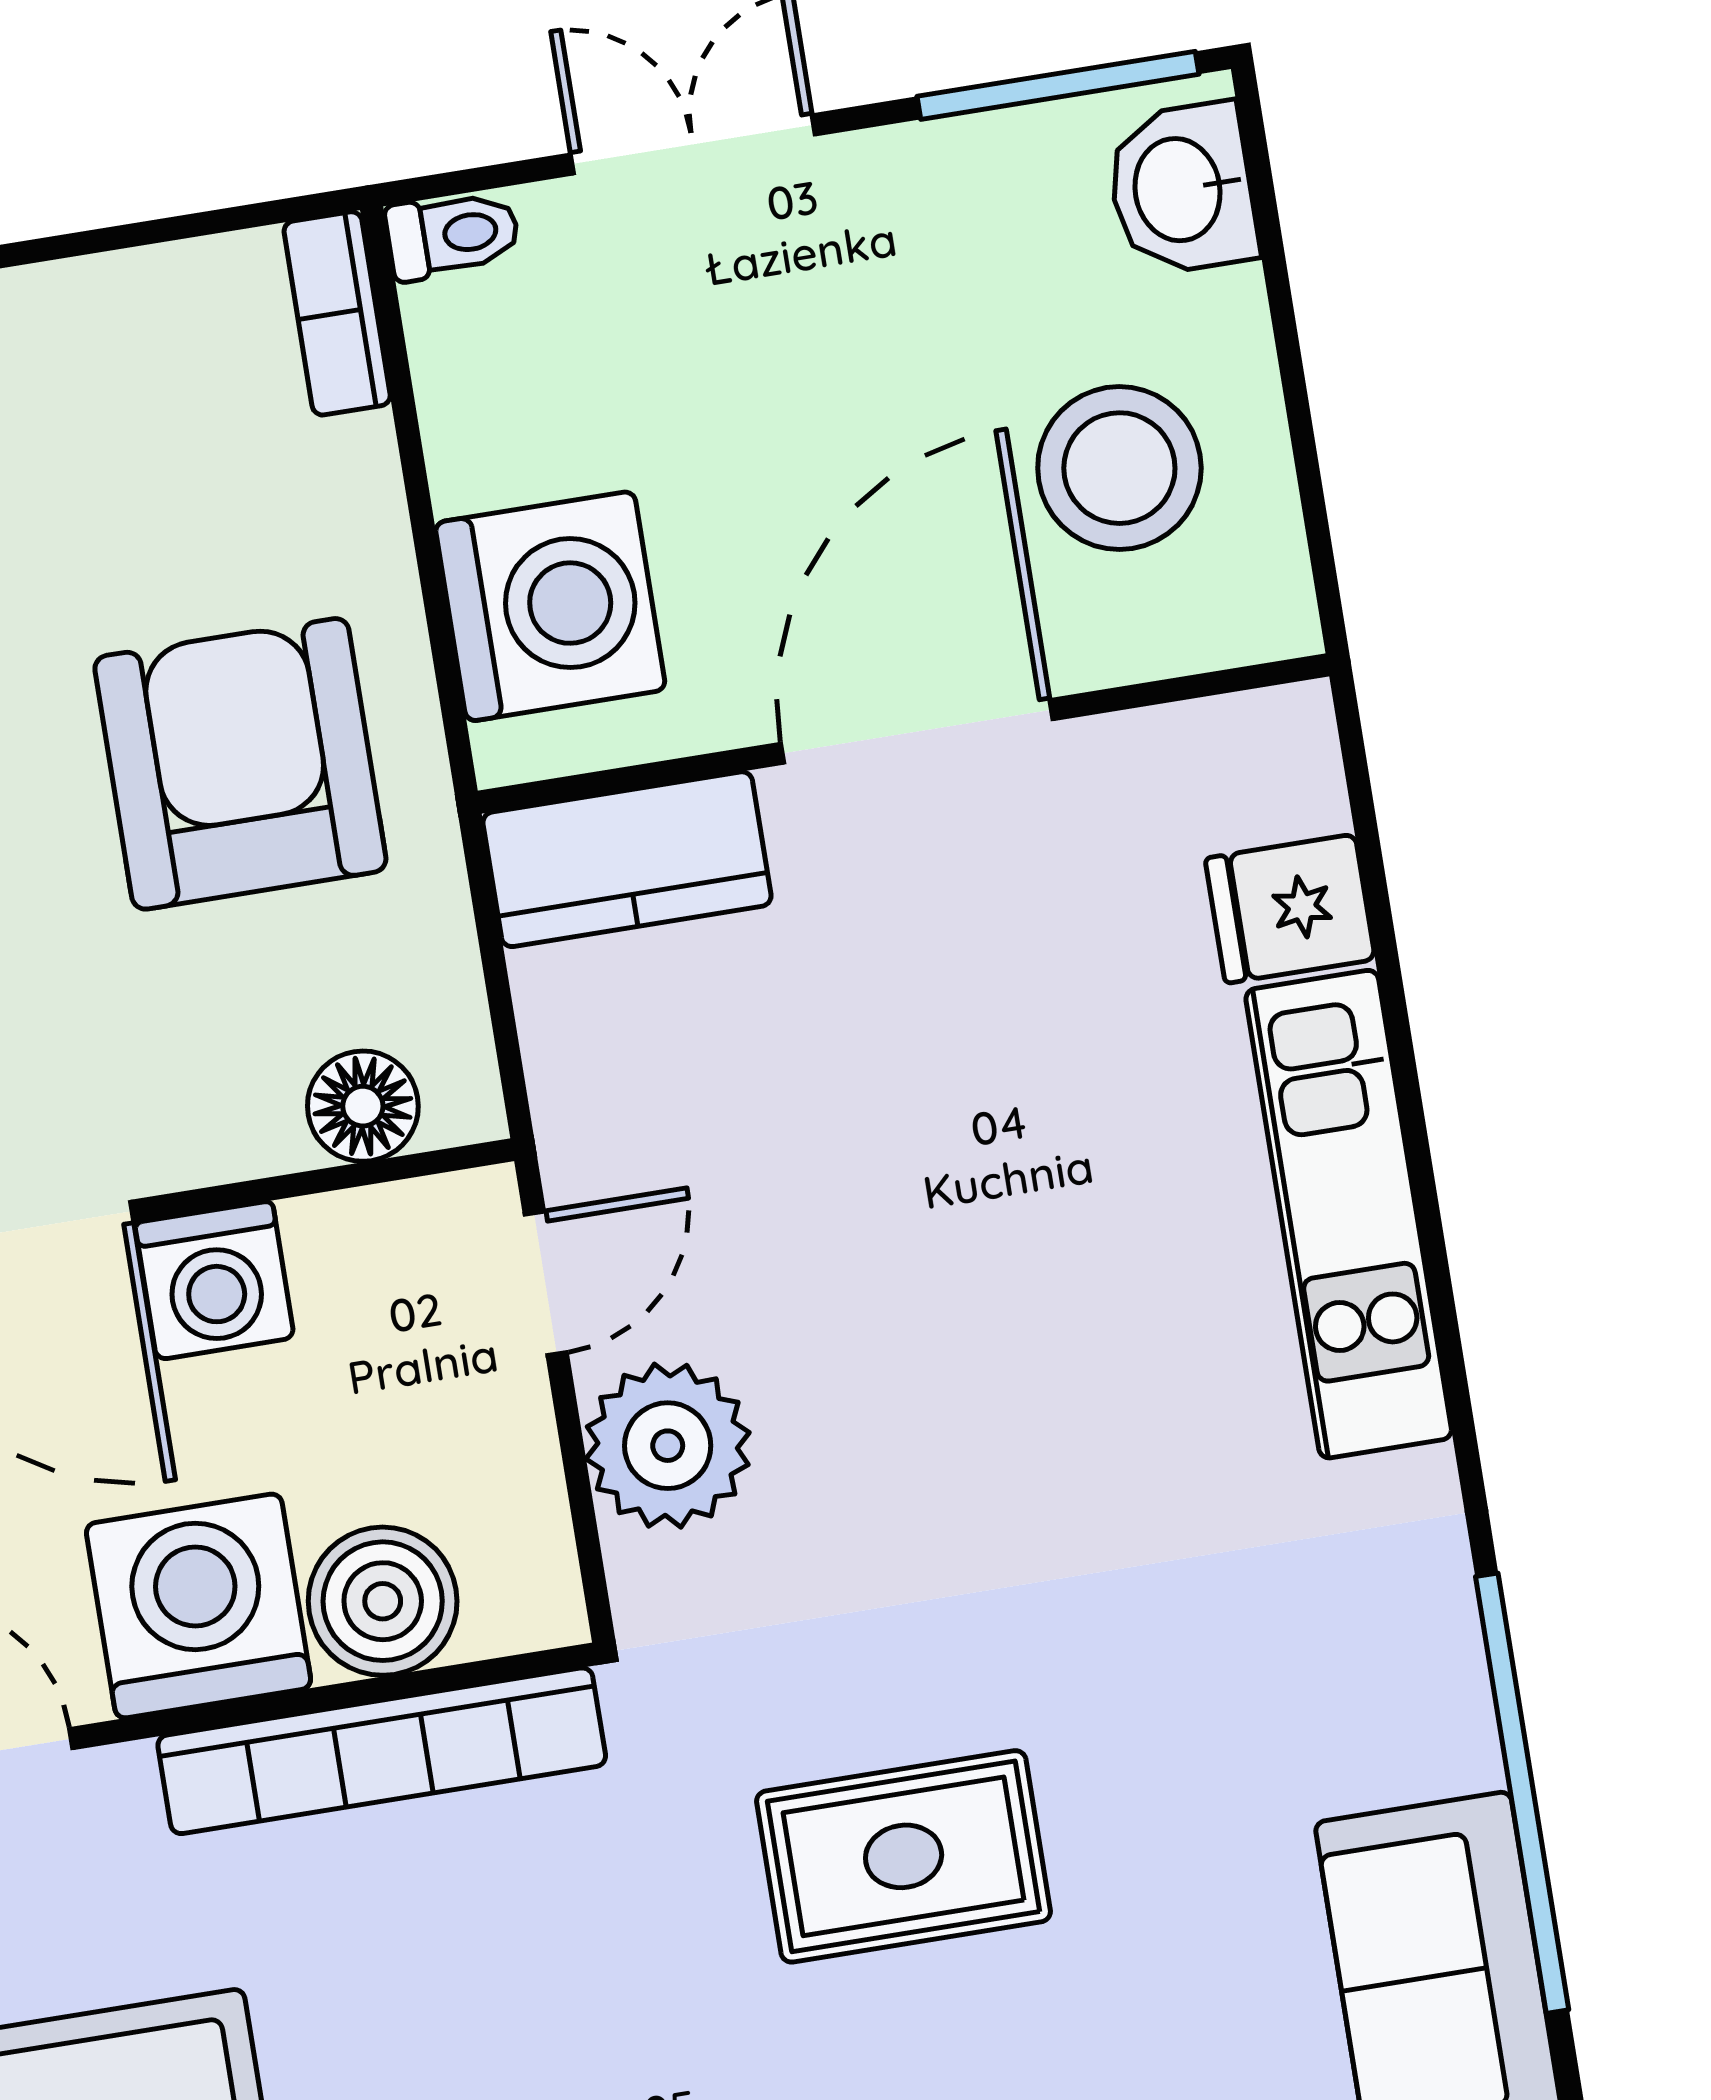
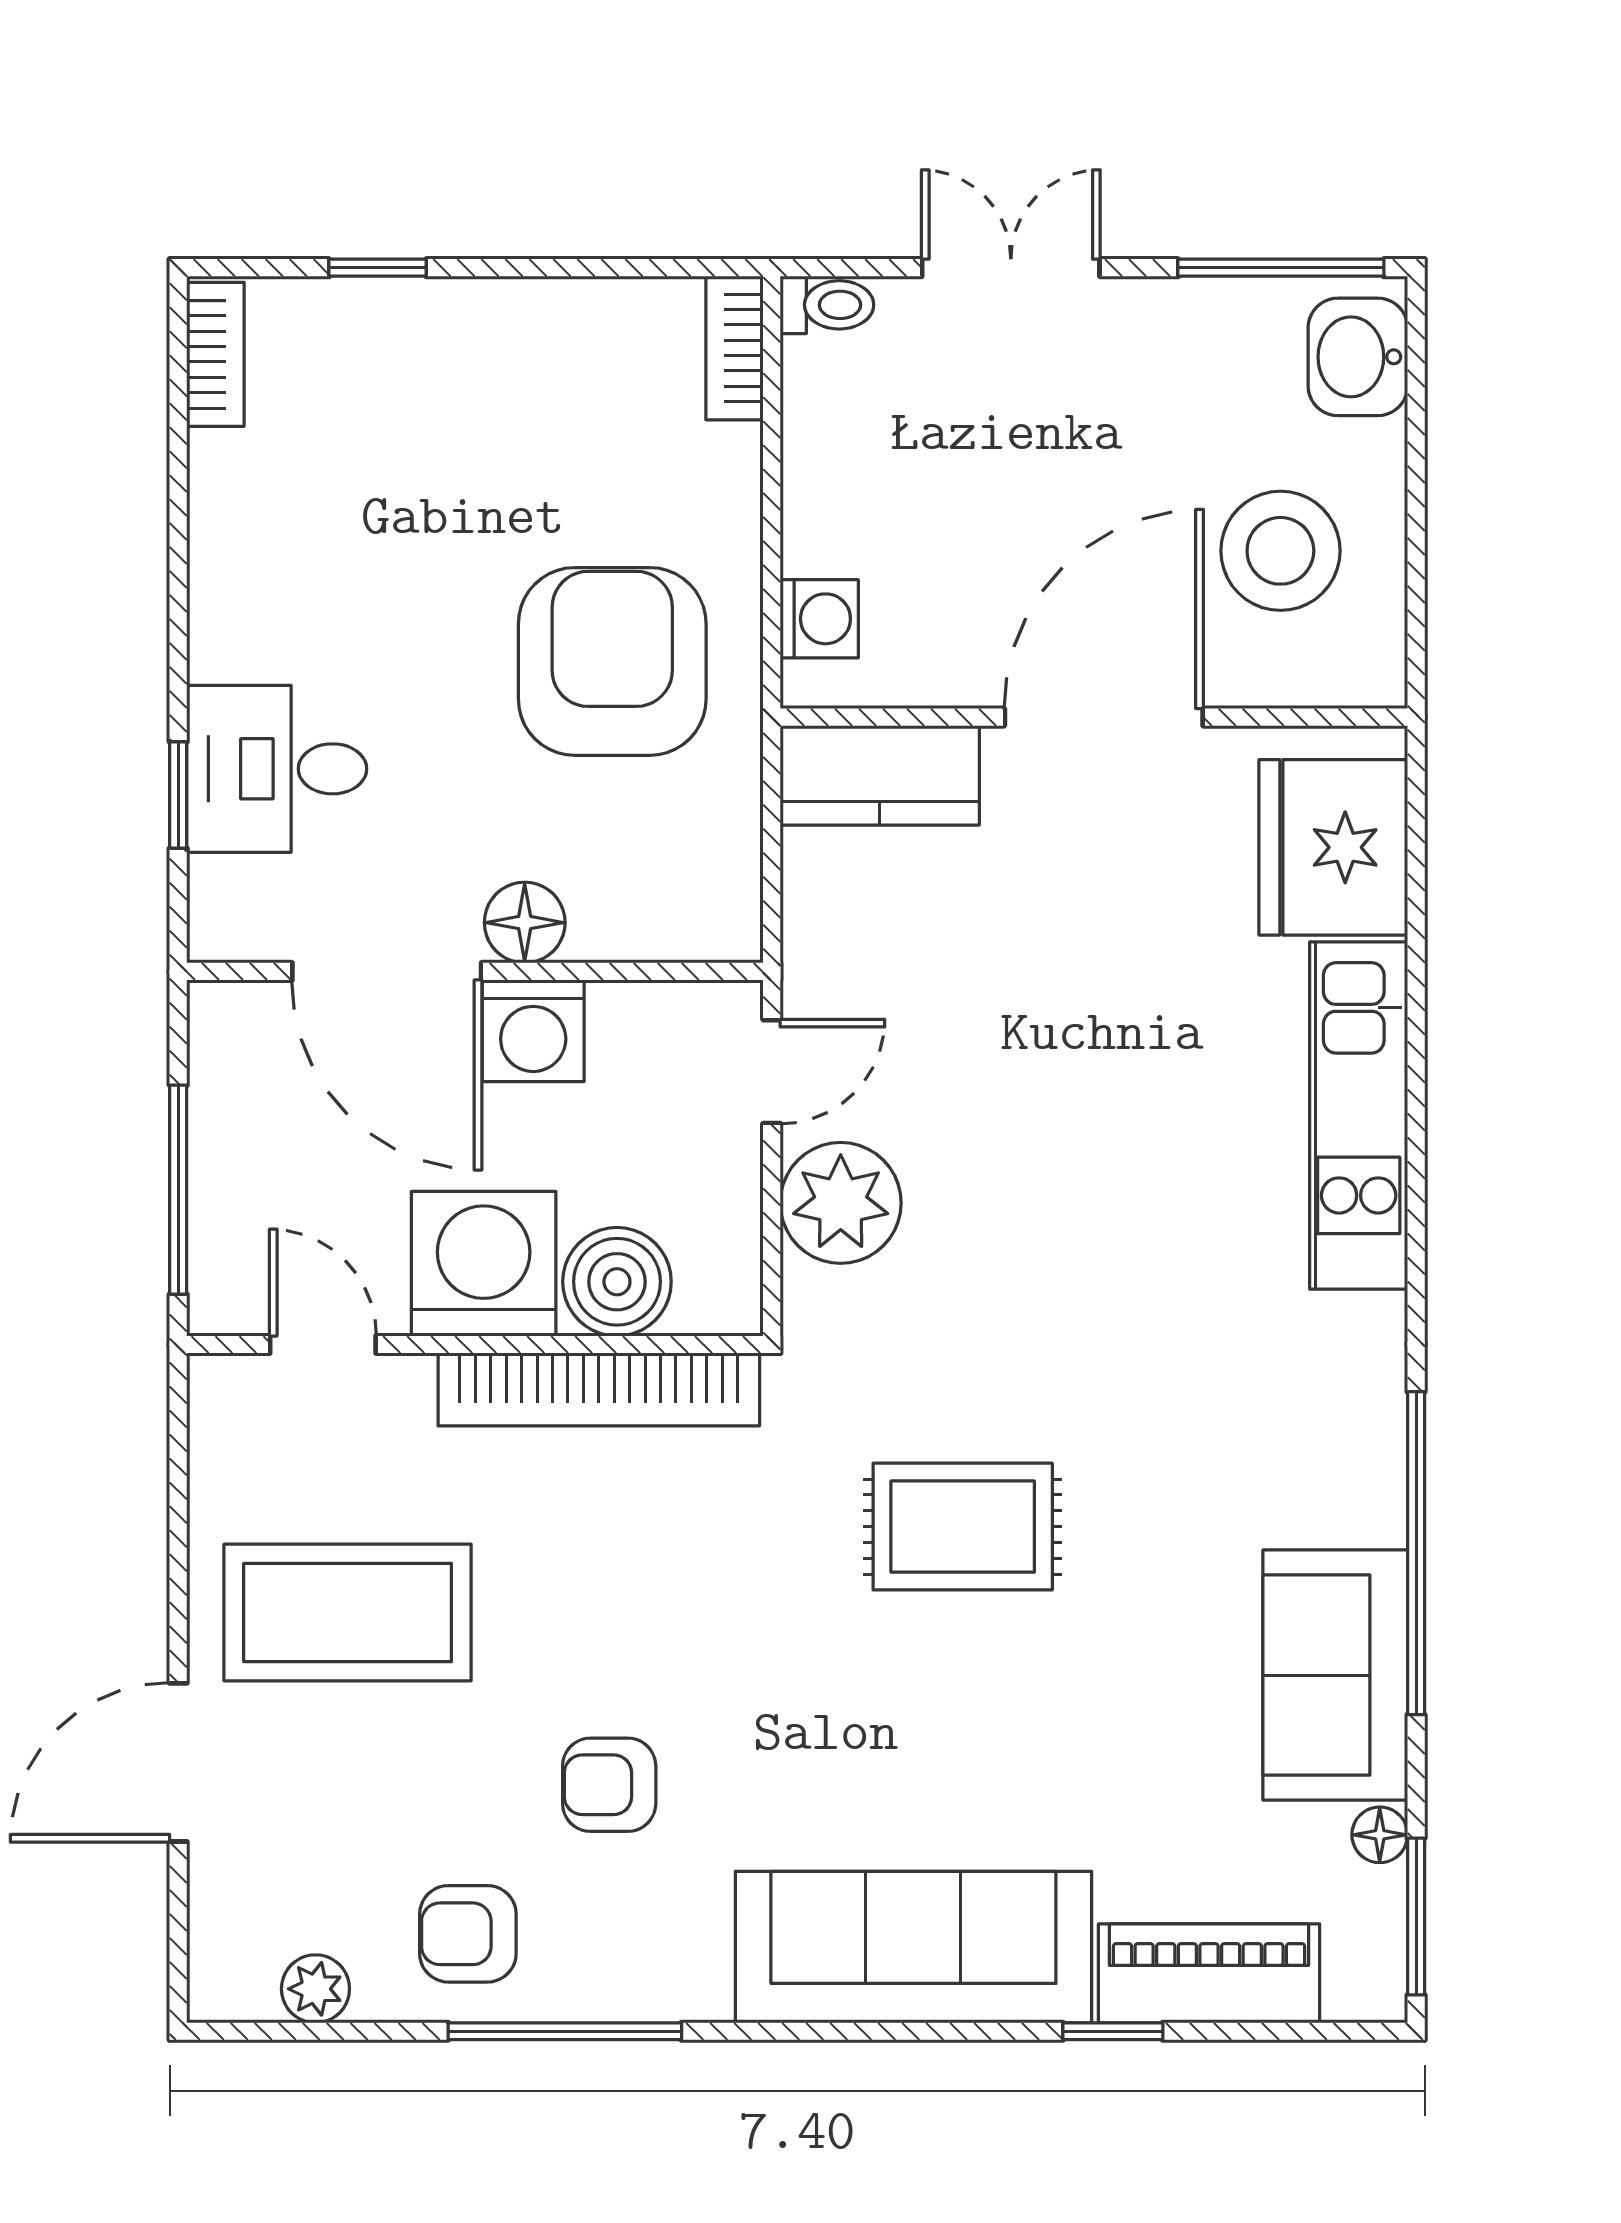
washing machine: (550, 606) -> (819, 619), width x0.53, depth x0.53
fridge: (1290, 909) -> (1333, 847), width x1.88, depth x1.34
floor lamp: (363, 1106) -> (525, 923), moved

